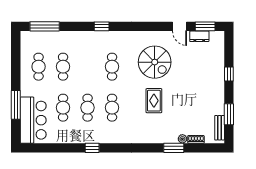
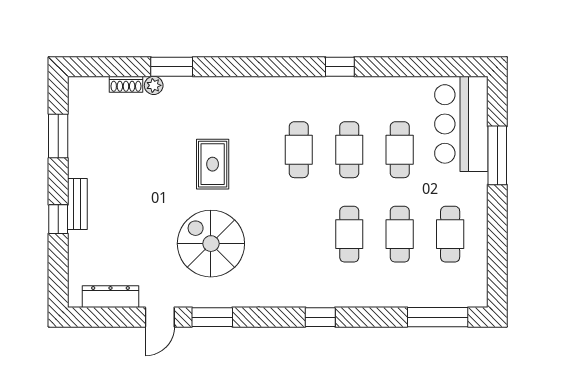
door: (180, 26) -> (160, 317), swing flipped
window: (205, 26) -> (212, 317), moved
dresser: (199, 36) -> (110, 297), width x1.44
cafe table: (112, 67) -> (349, 234), moved
bench: (220, 128) -> (77, 204), moved

